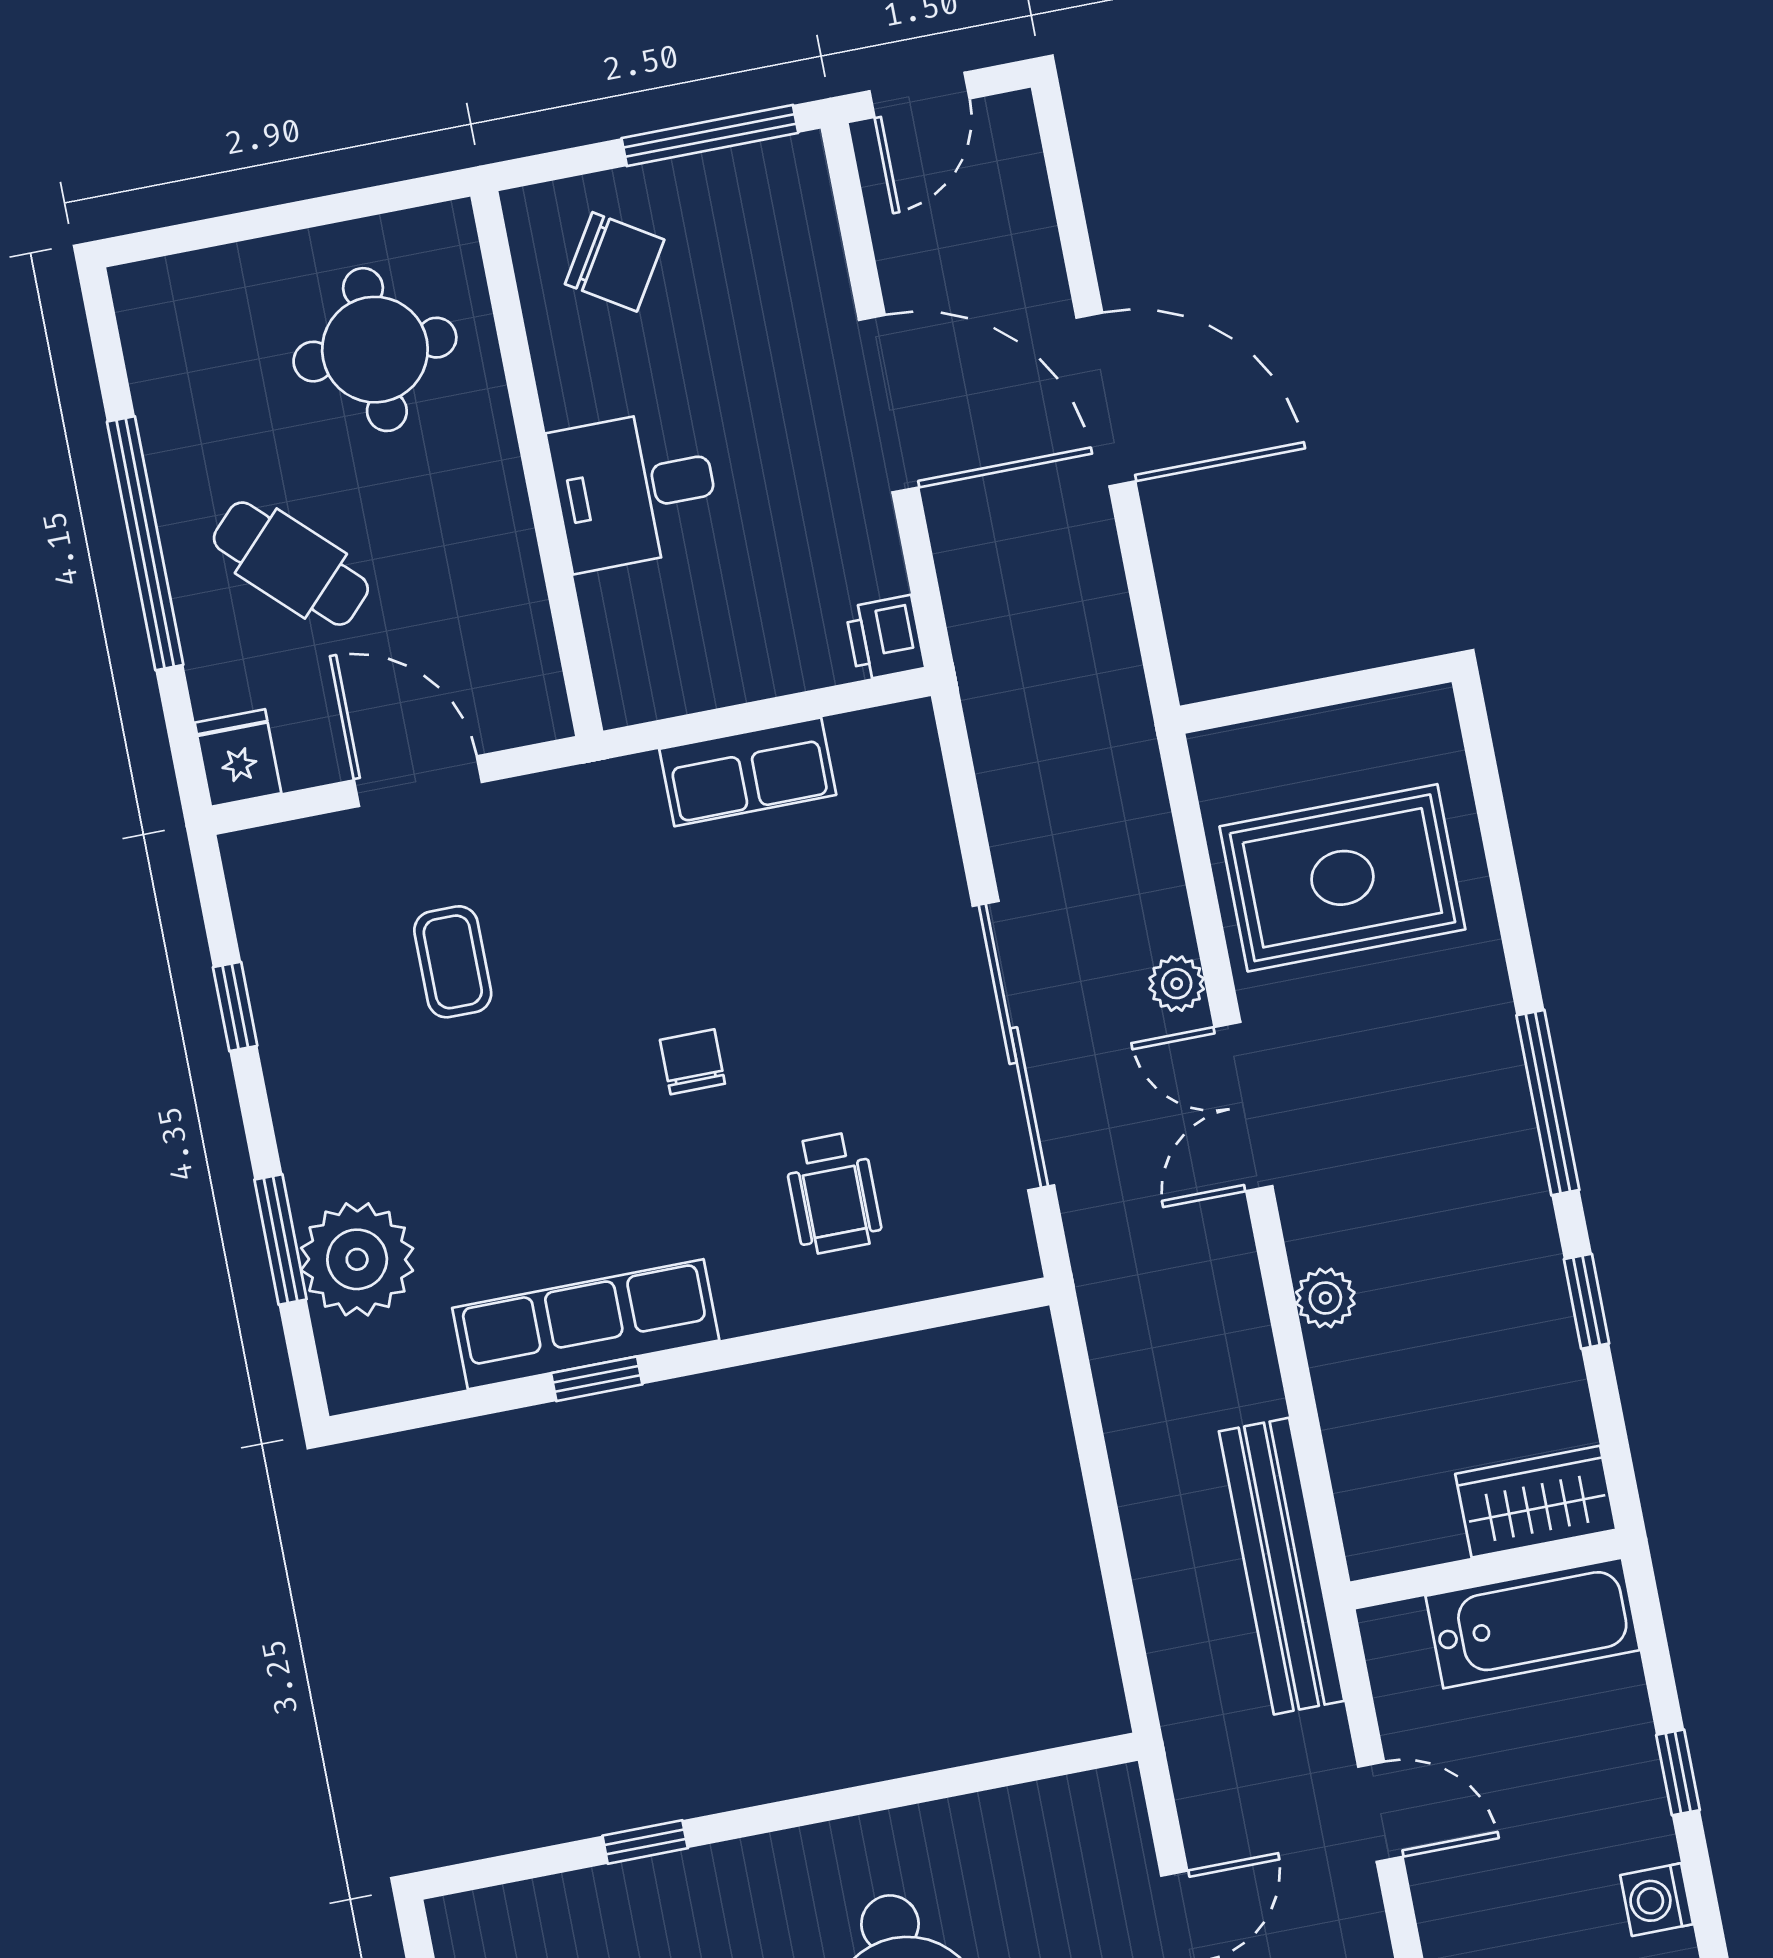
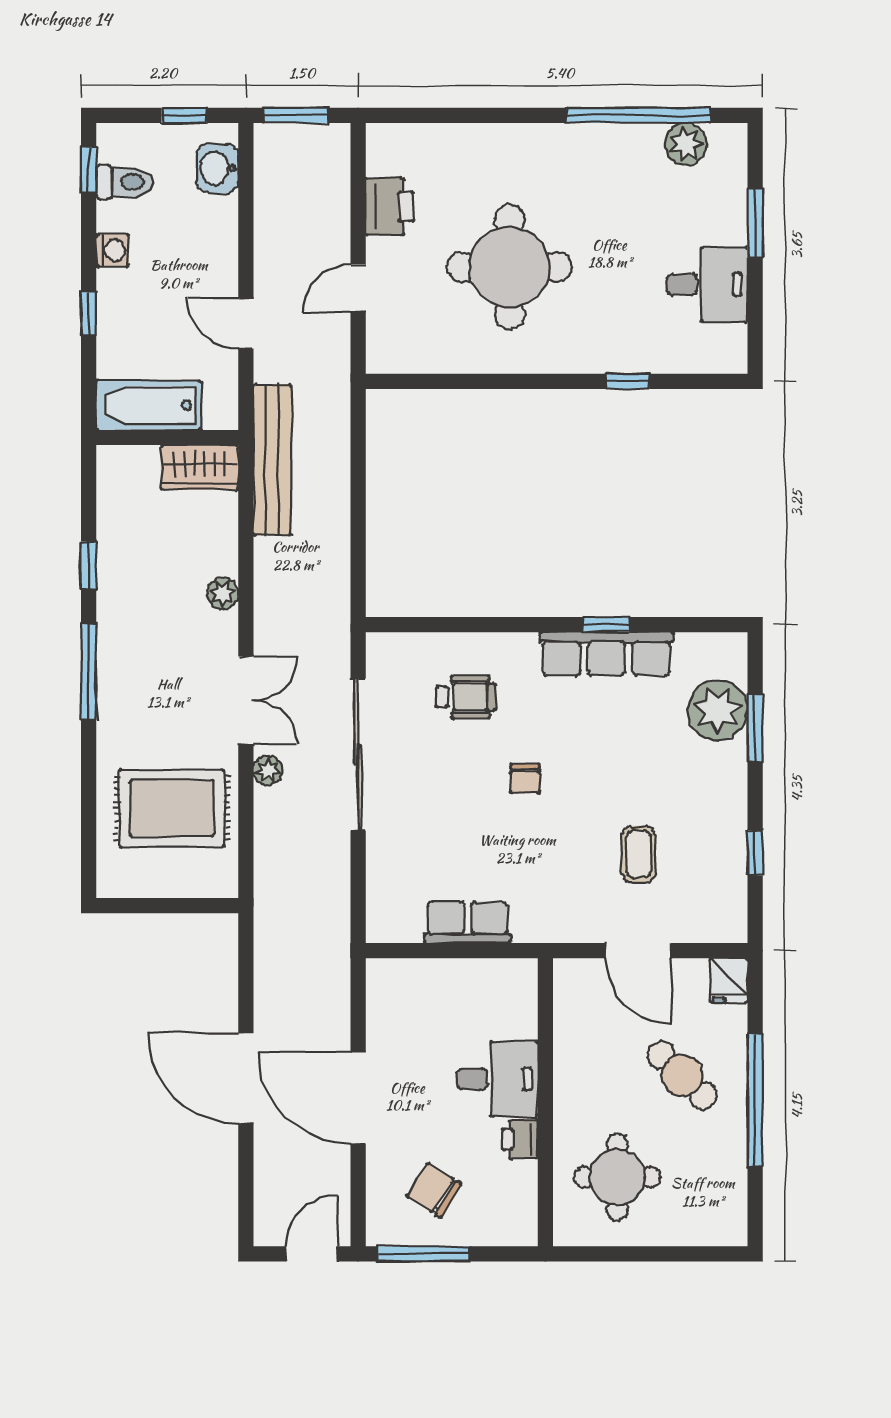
chair: (615, 262) -> (434, 1190), moved
printer: (885, 638) -> (520, 1139), moved, turned 180
wheelchair: (833, 1193) -> (466, 697), turned 90
wardrobe: (1536, 1502) -> (200, 467), moved

